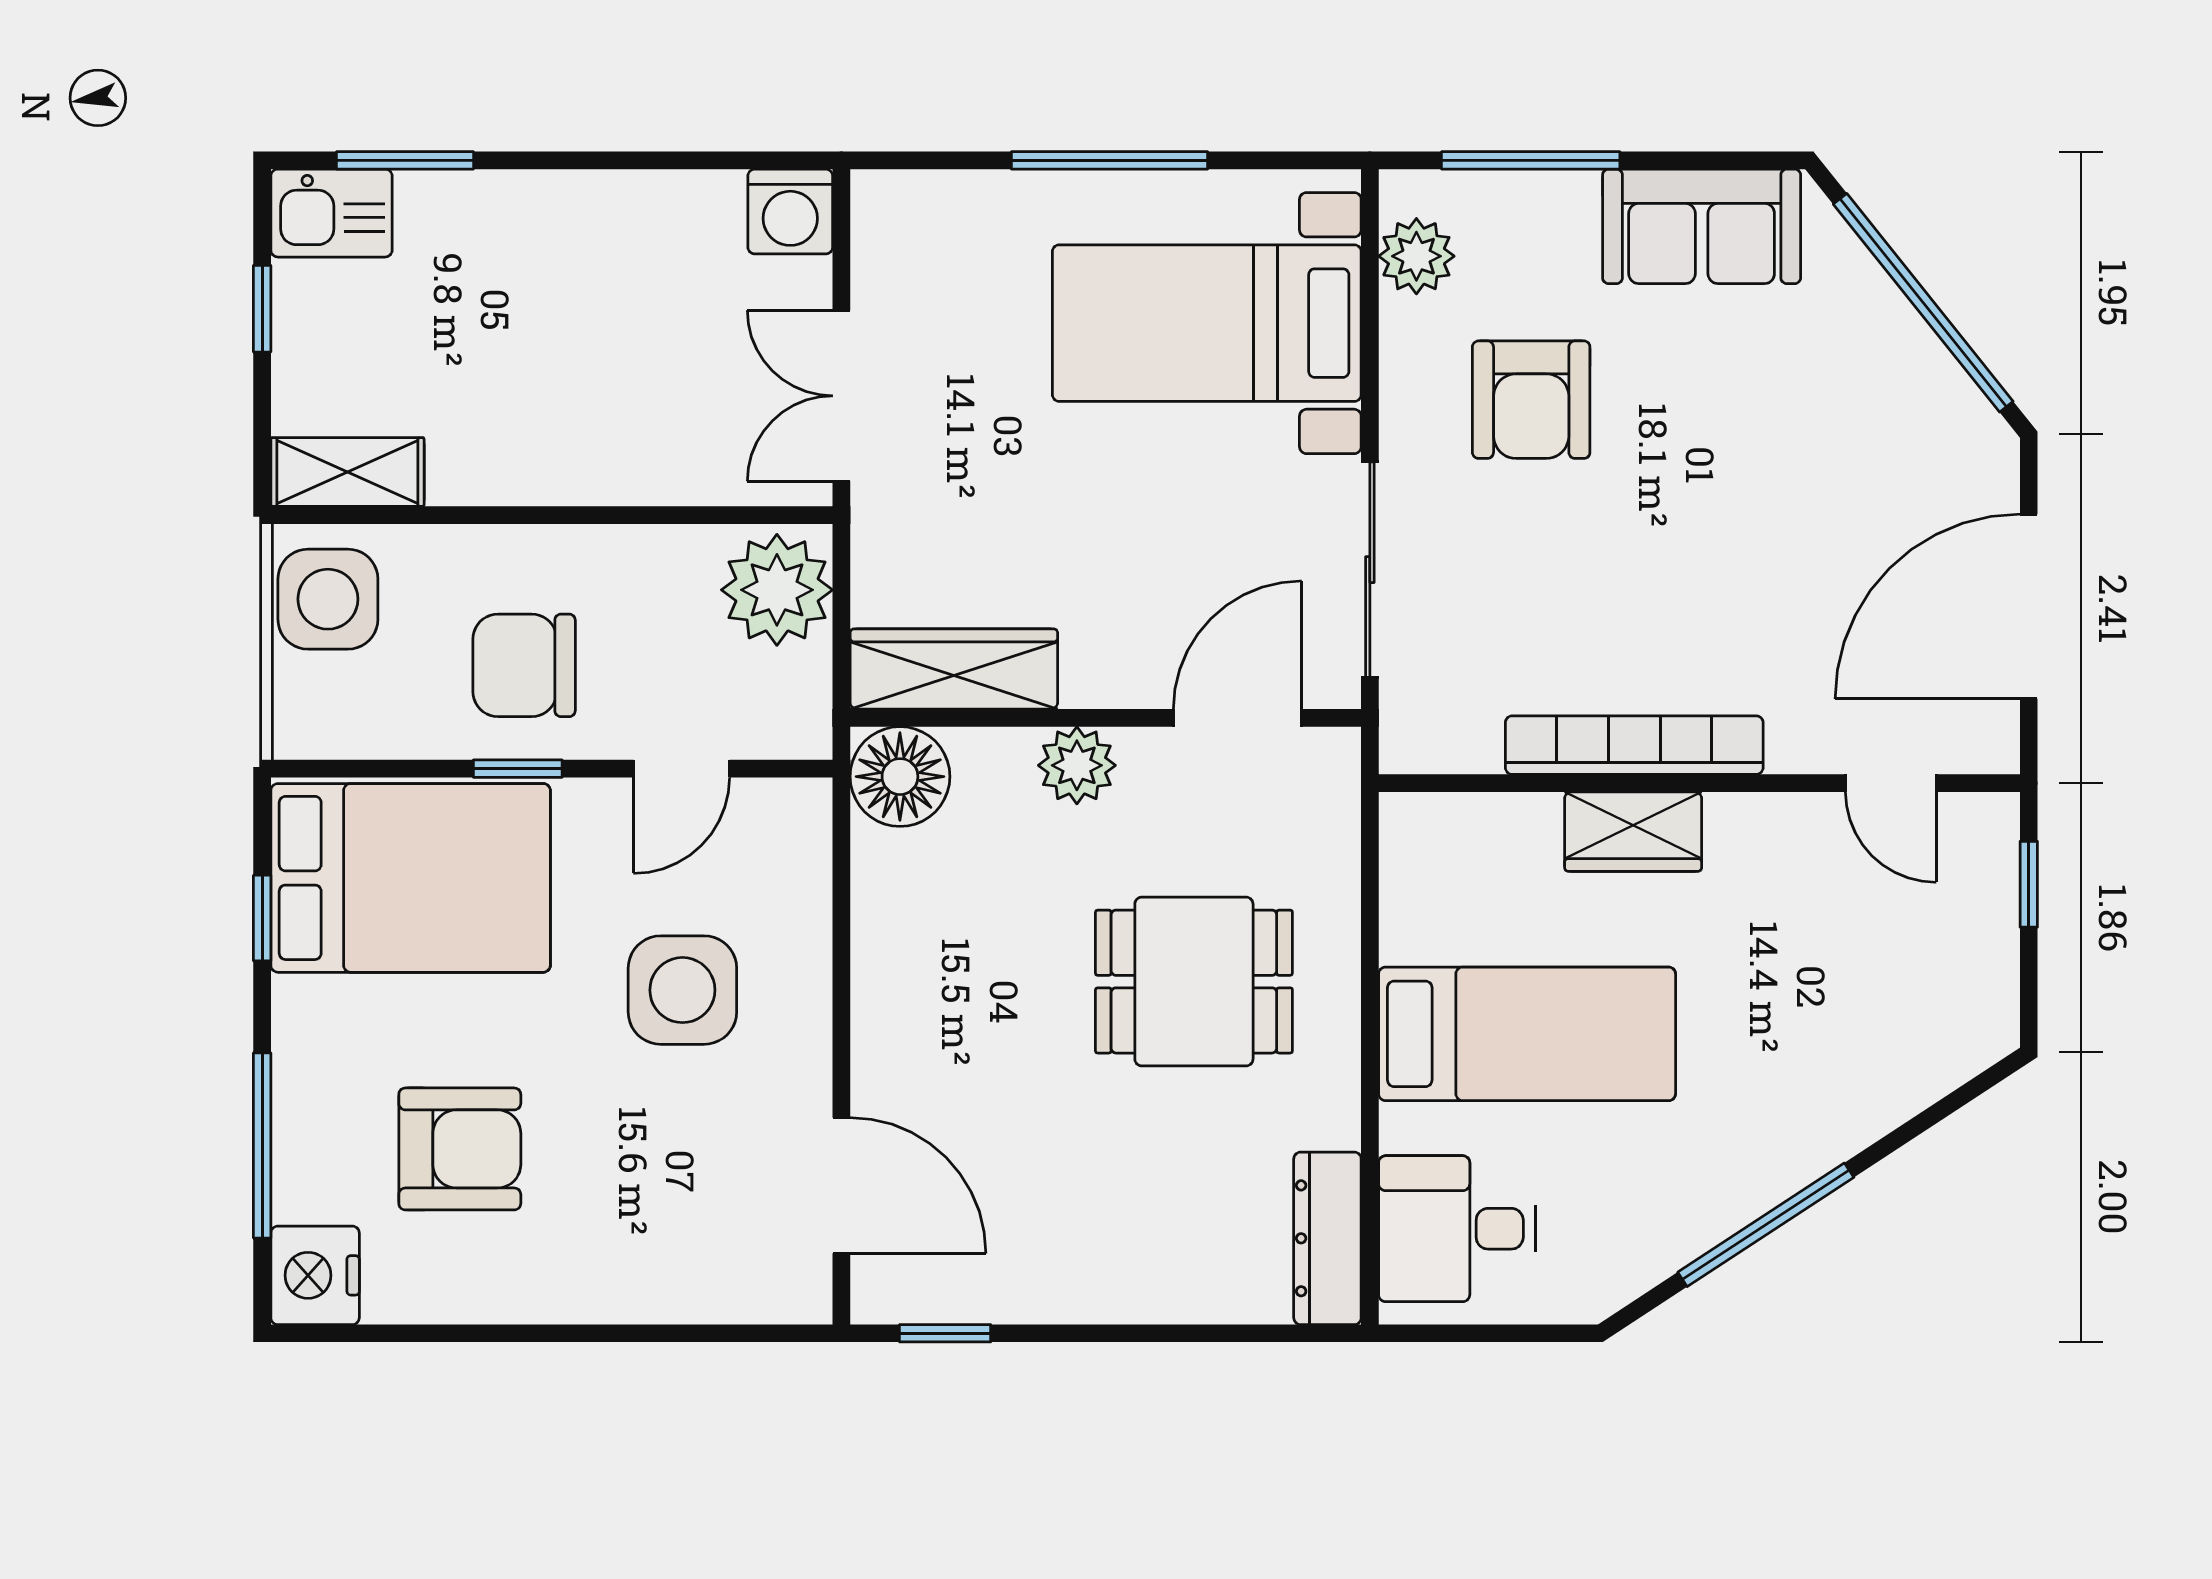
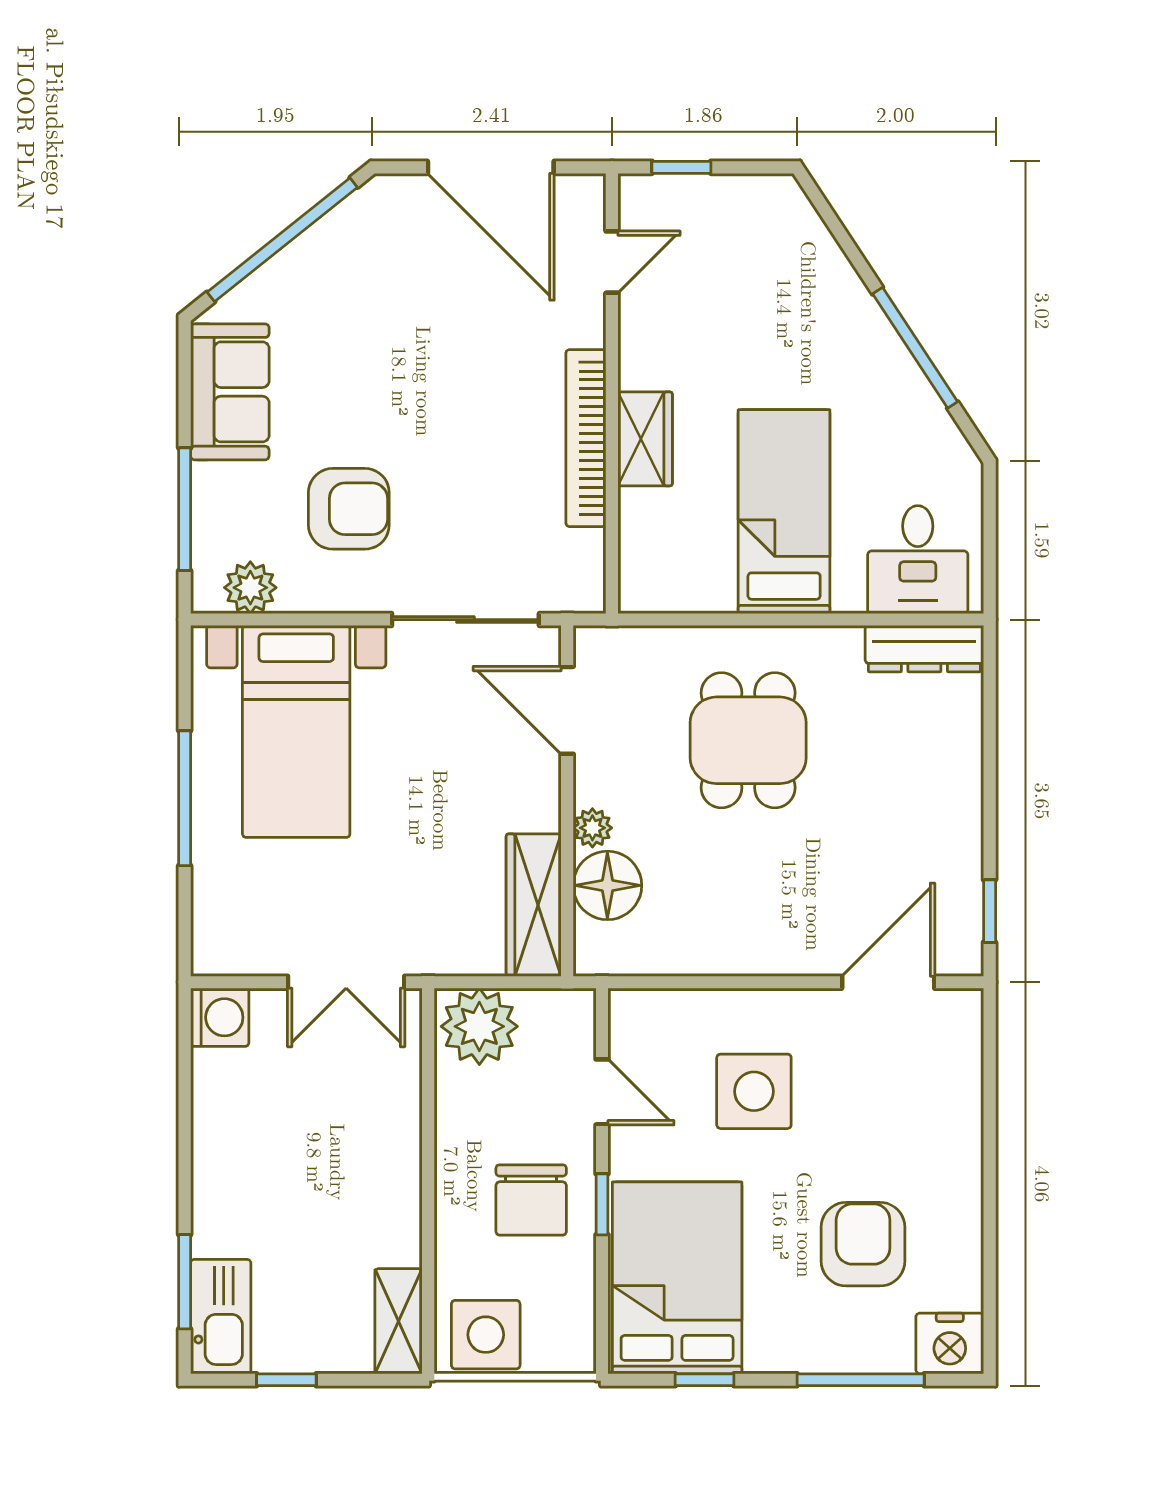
kitchen sink: (331, 213) -> (221, 1317), width x1.38
plant: (1077, 765) -> (592, 828), width x0.73, depth x0.73
floor lamp: (900, 777) -> (607, 885), moved

